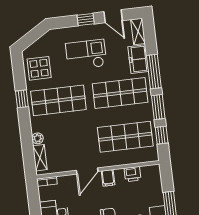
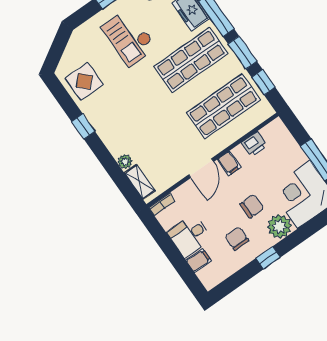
checkout: (86, 55) -> (129, 37), turned -90
shop shelf: (58, 100) -> (126, 106), removed

